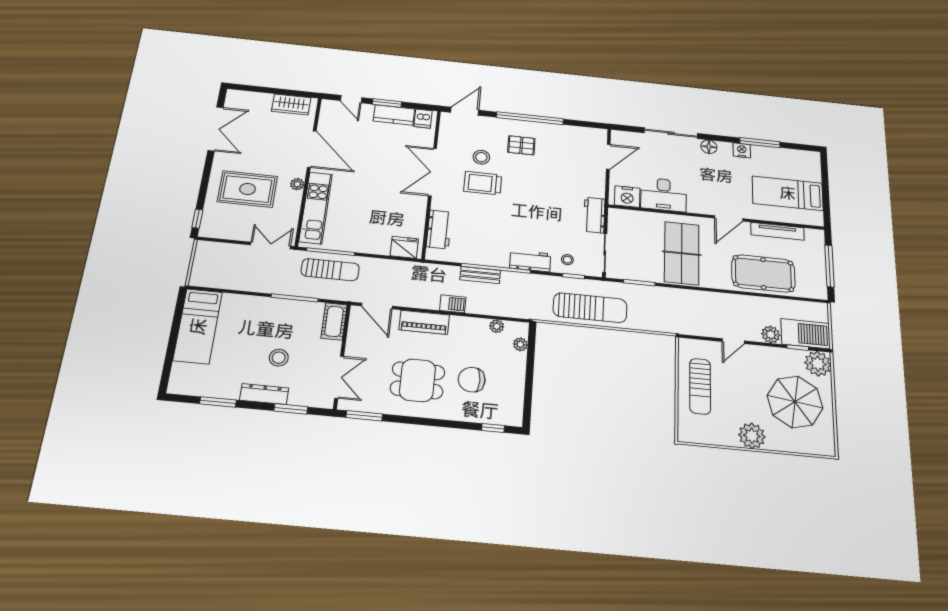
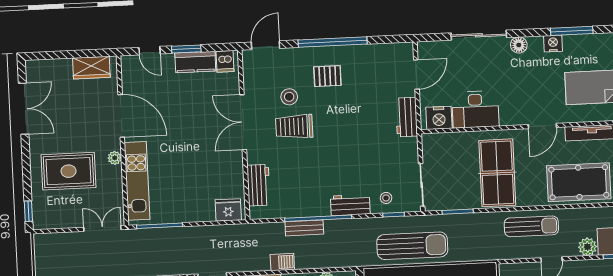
workbench: (594, 215) -> (407, 117), moved
sun lounger: (330, 270) -> (531, 226), moved

